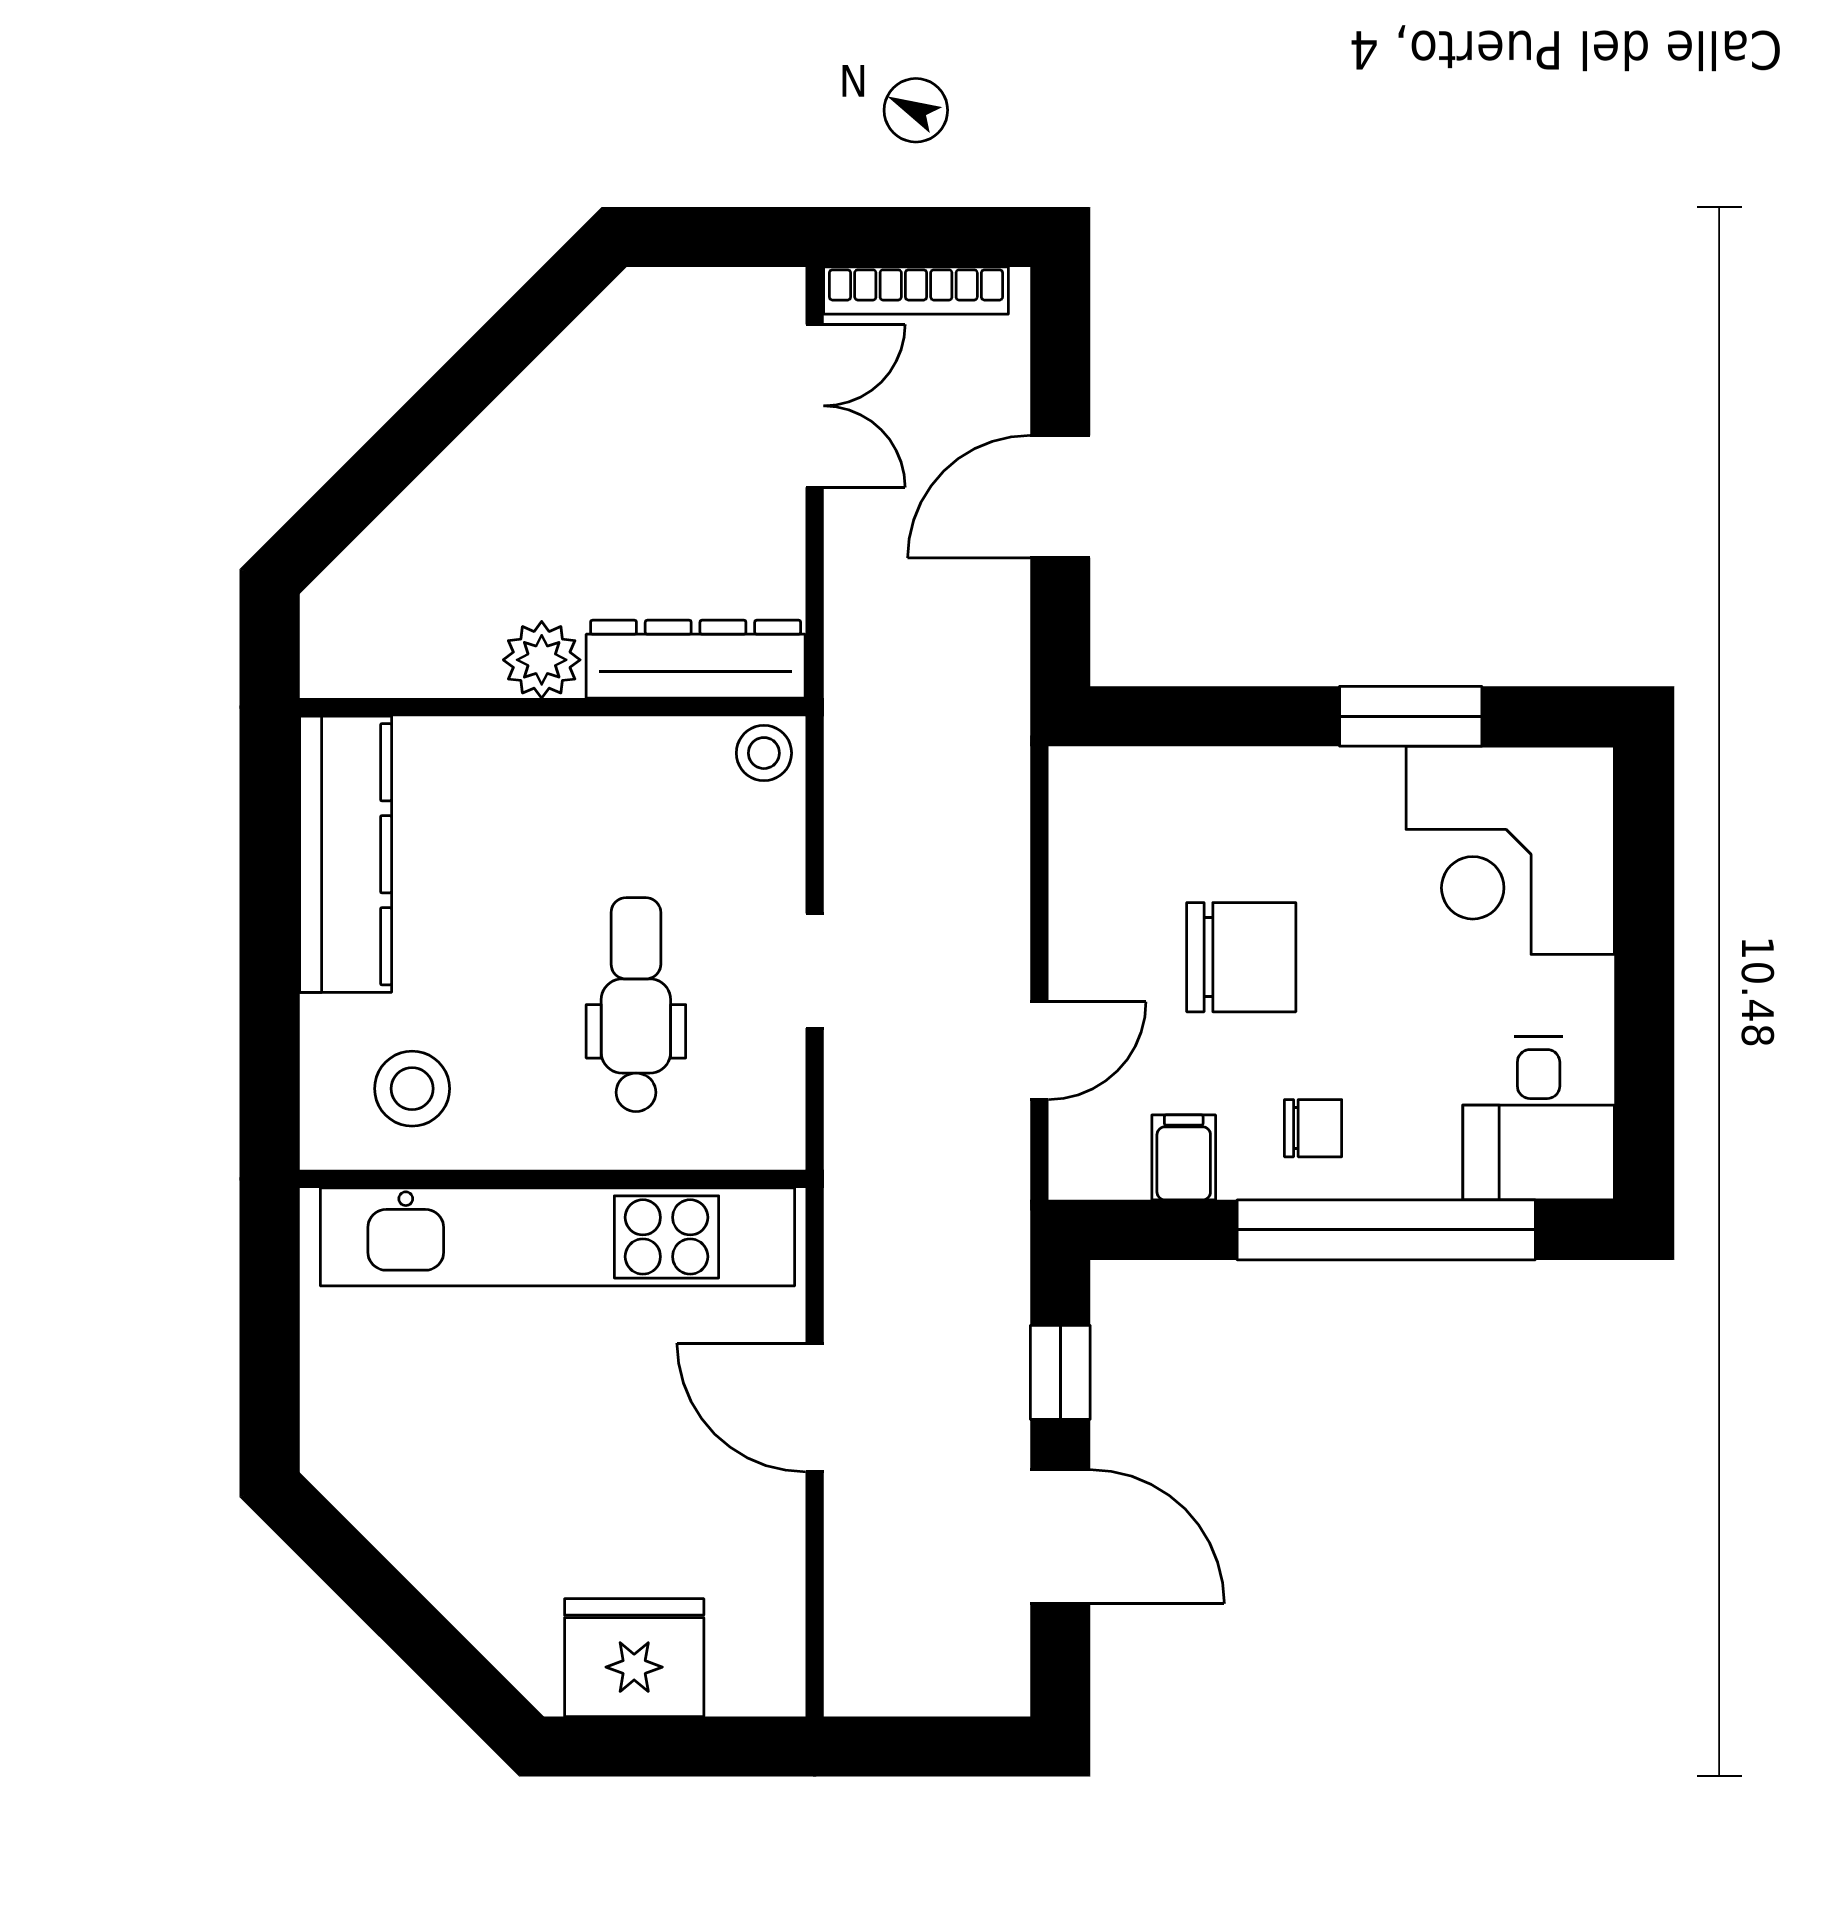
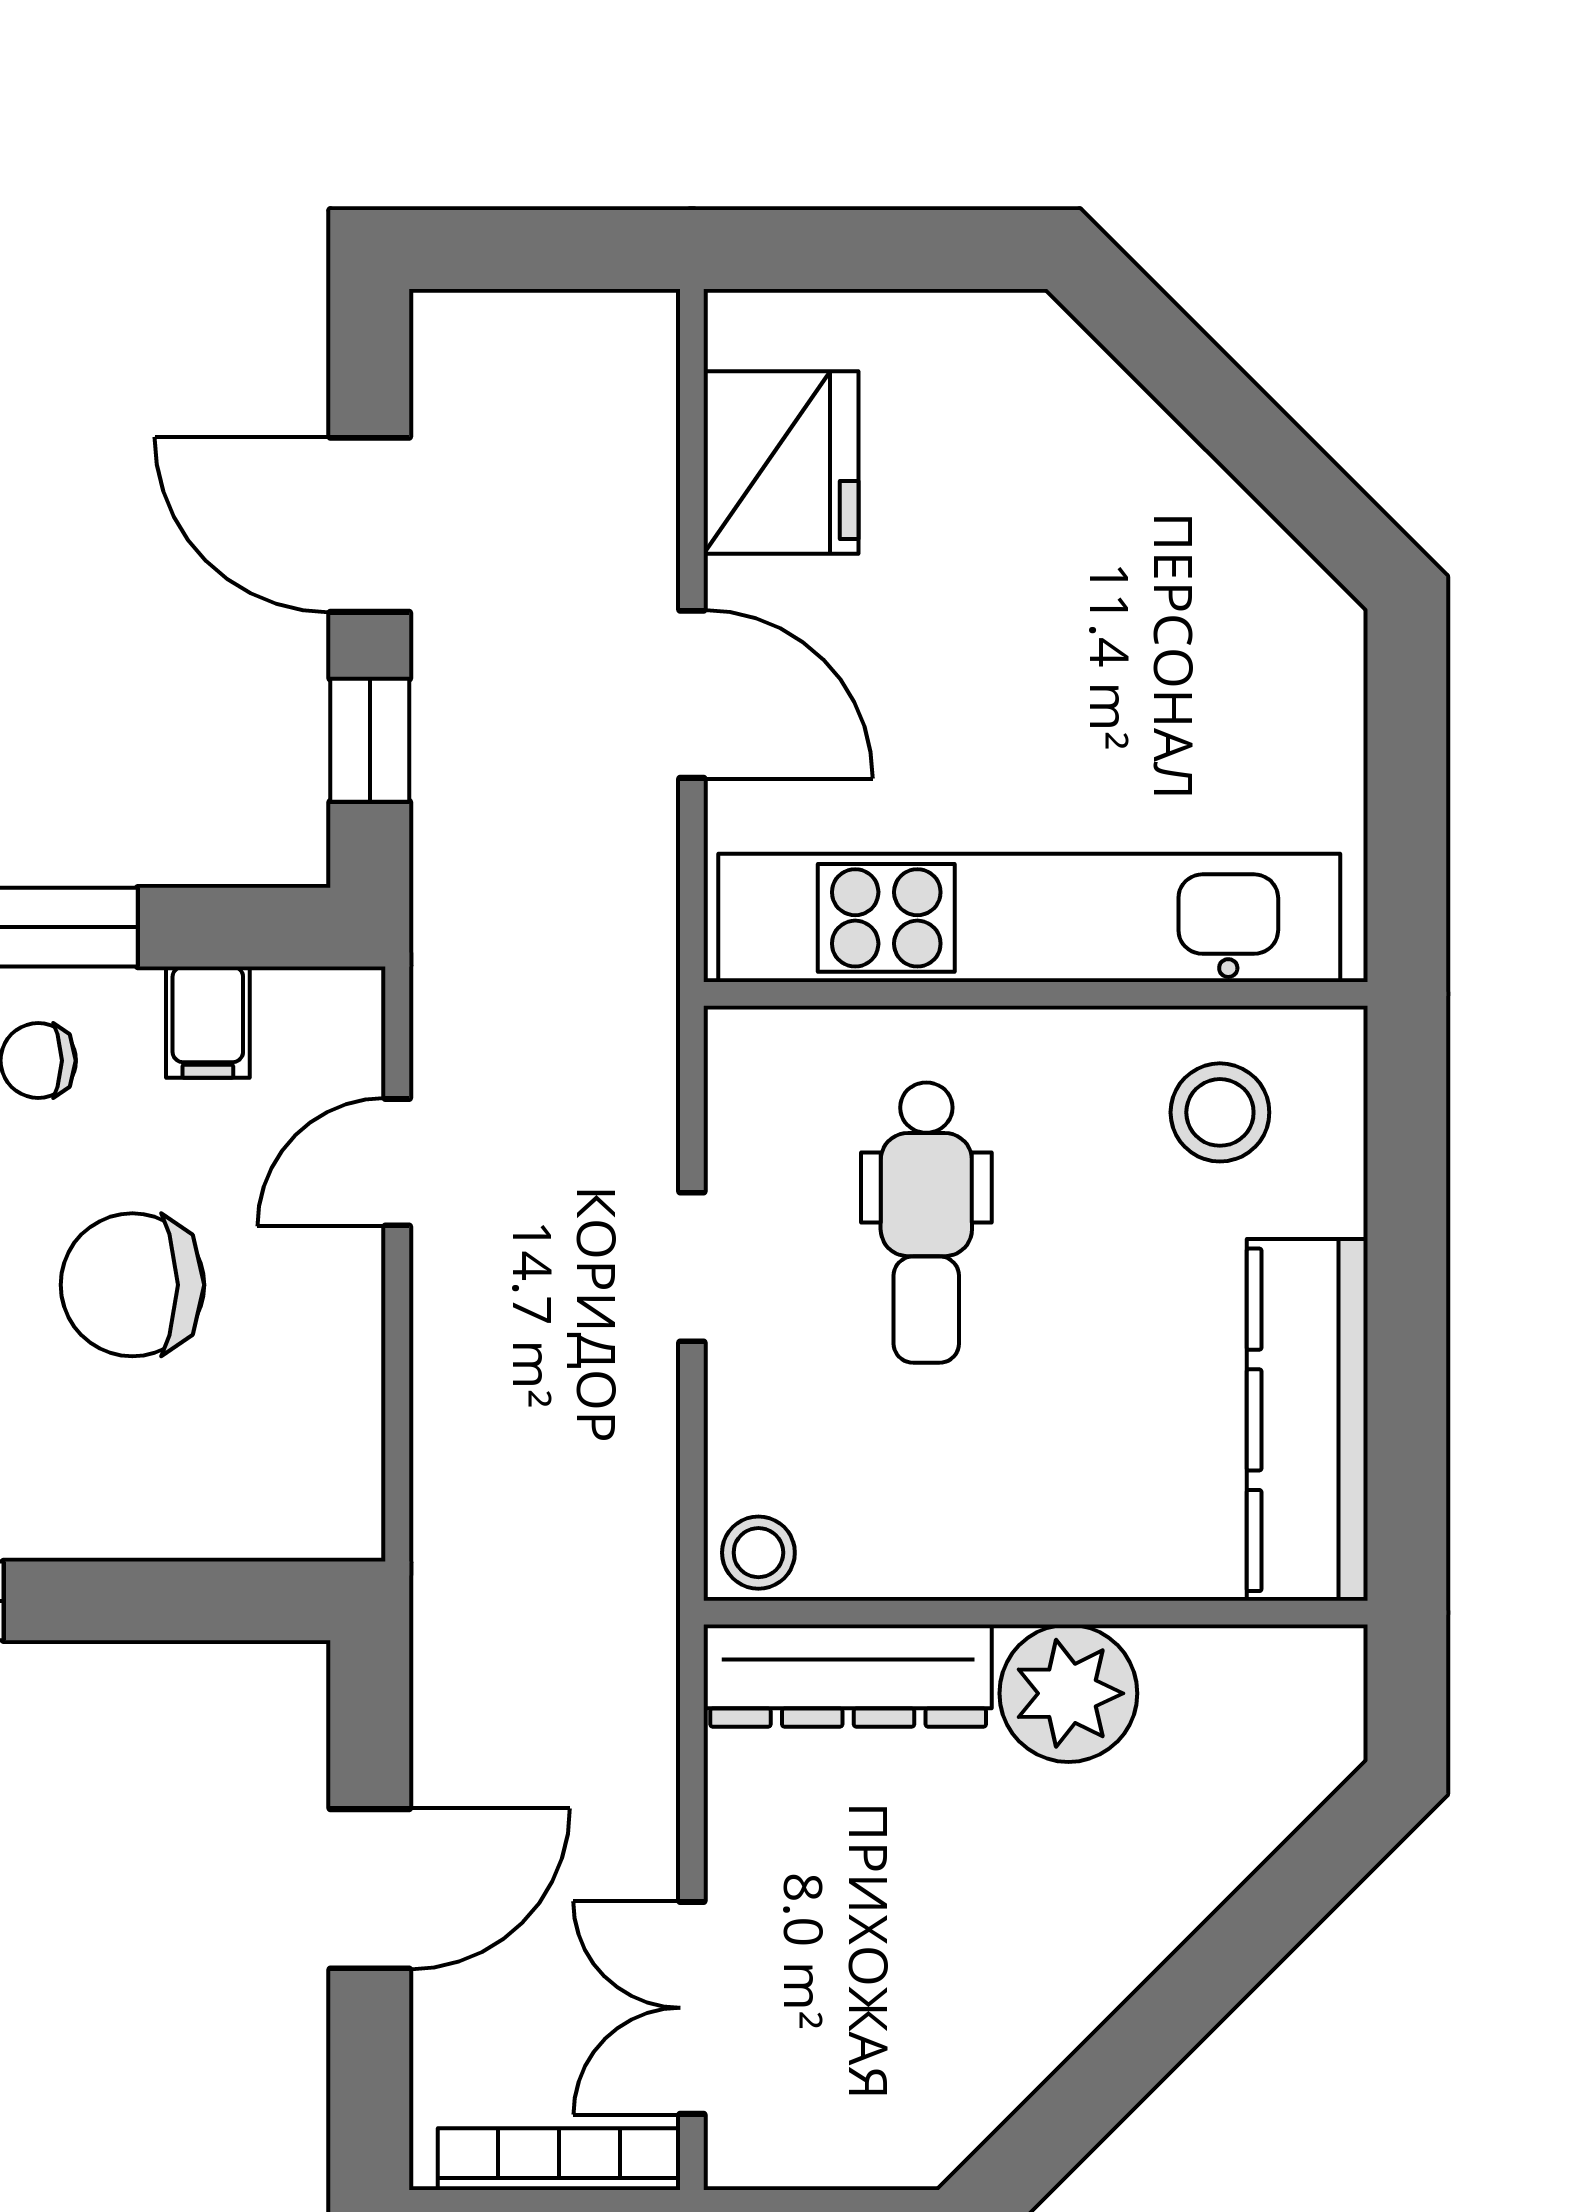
plant: (542, 660) -> (1068, 1693), width x1.36, depth x1.36
fridge: (634, 1658) -> (781, 463), moved, turned -90

